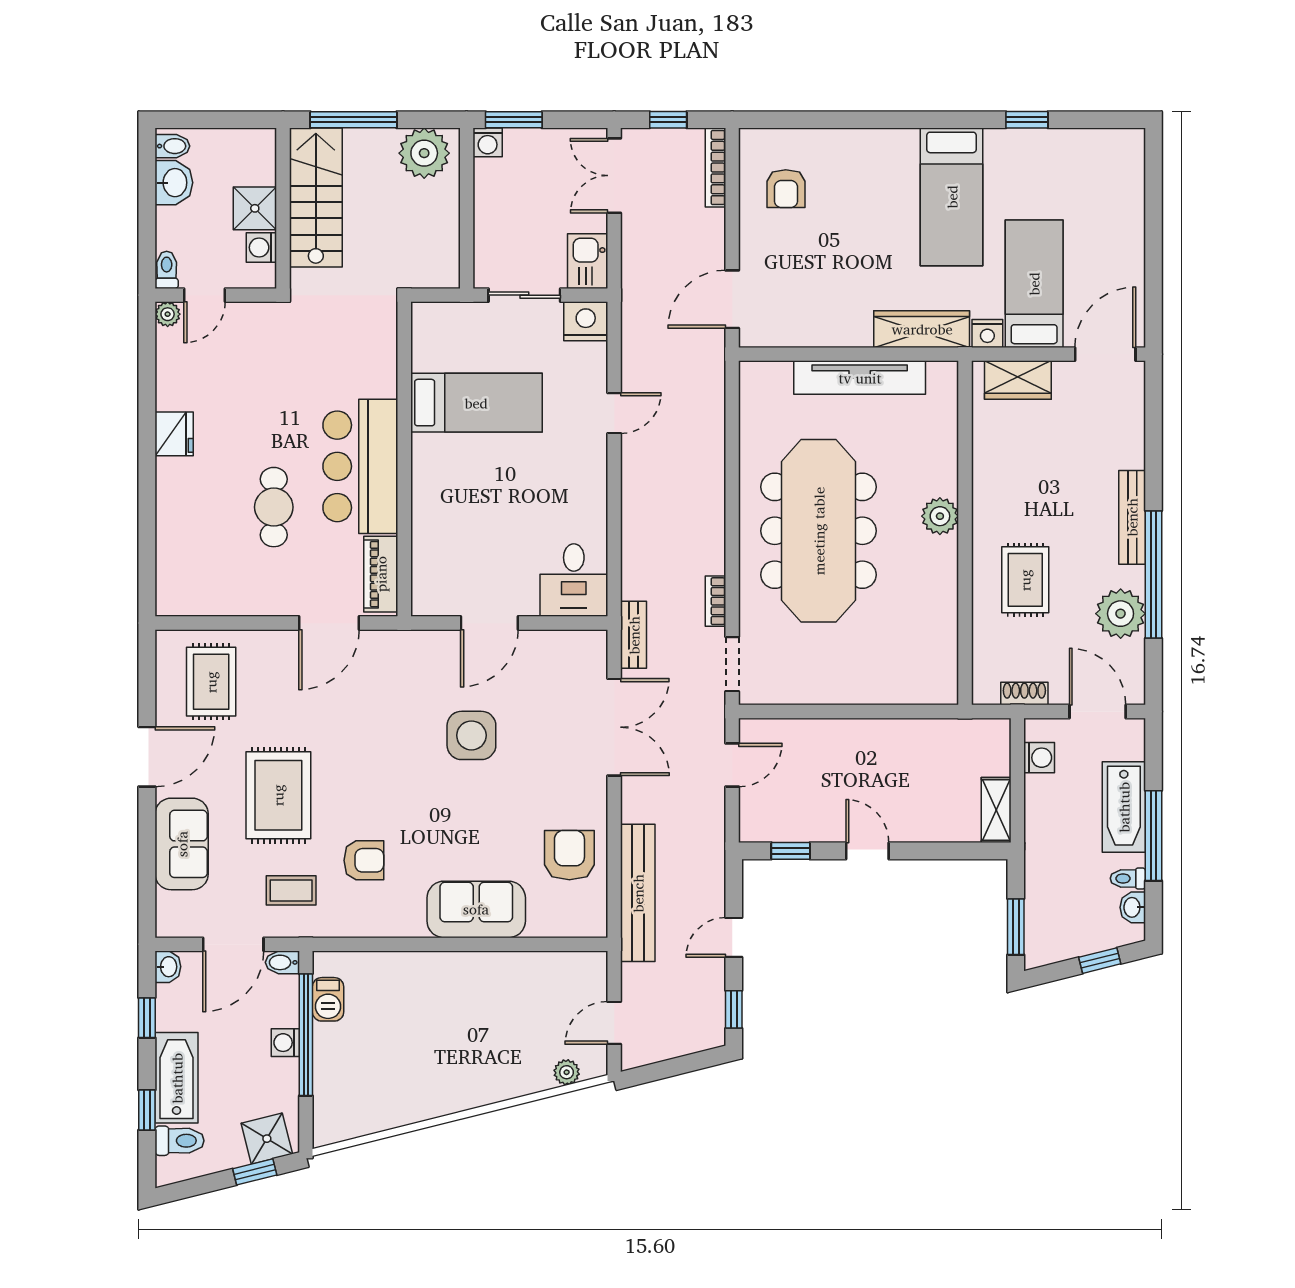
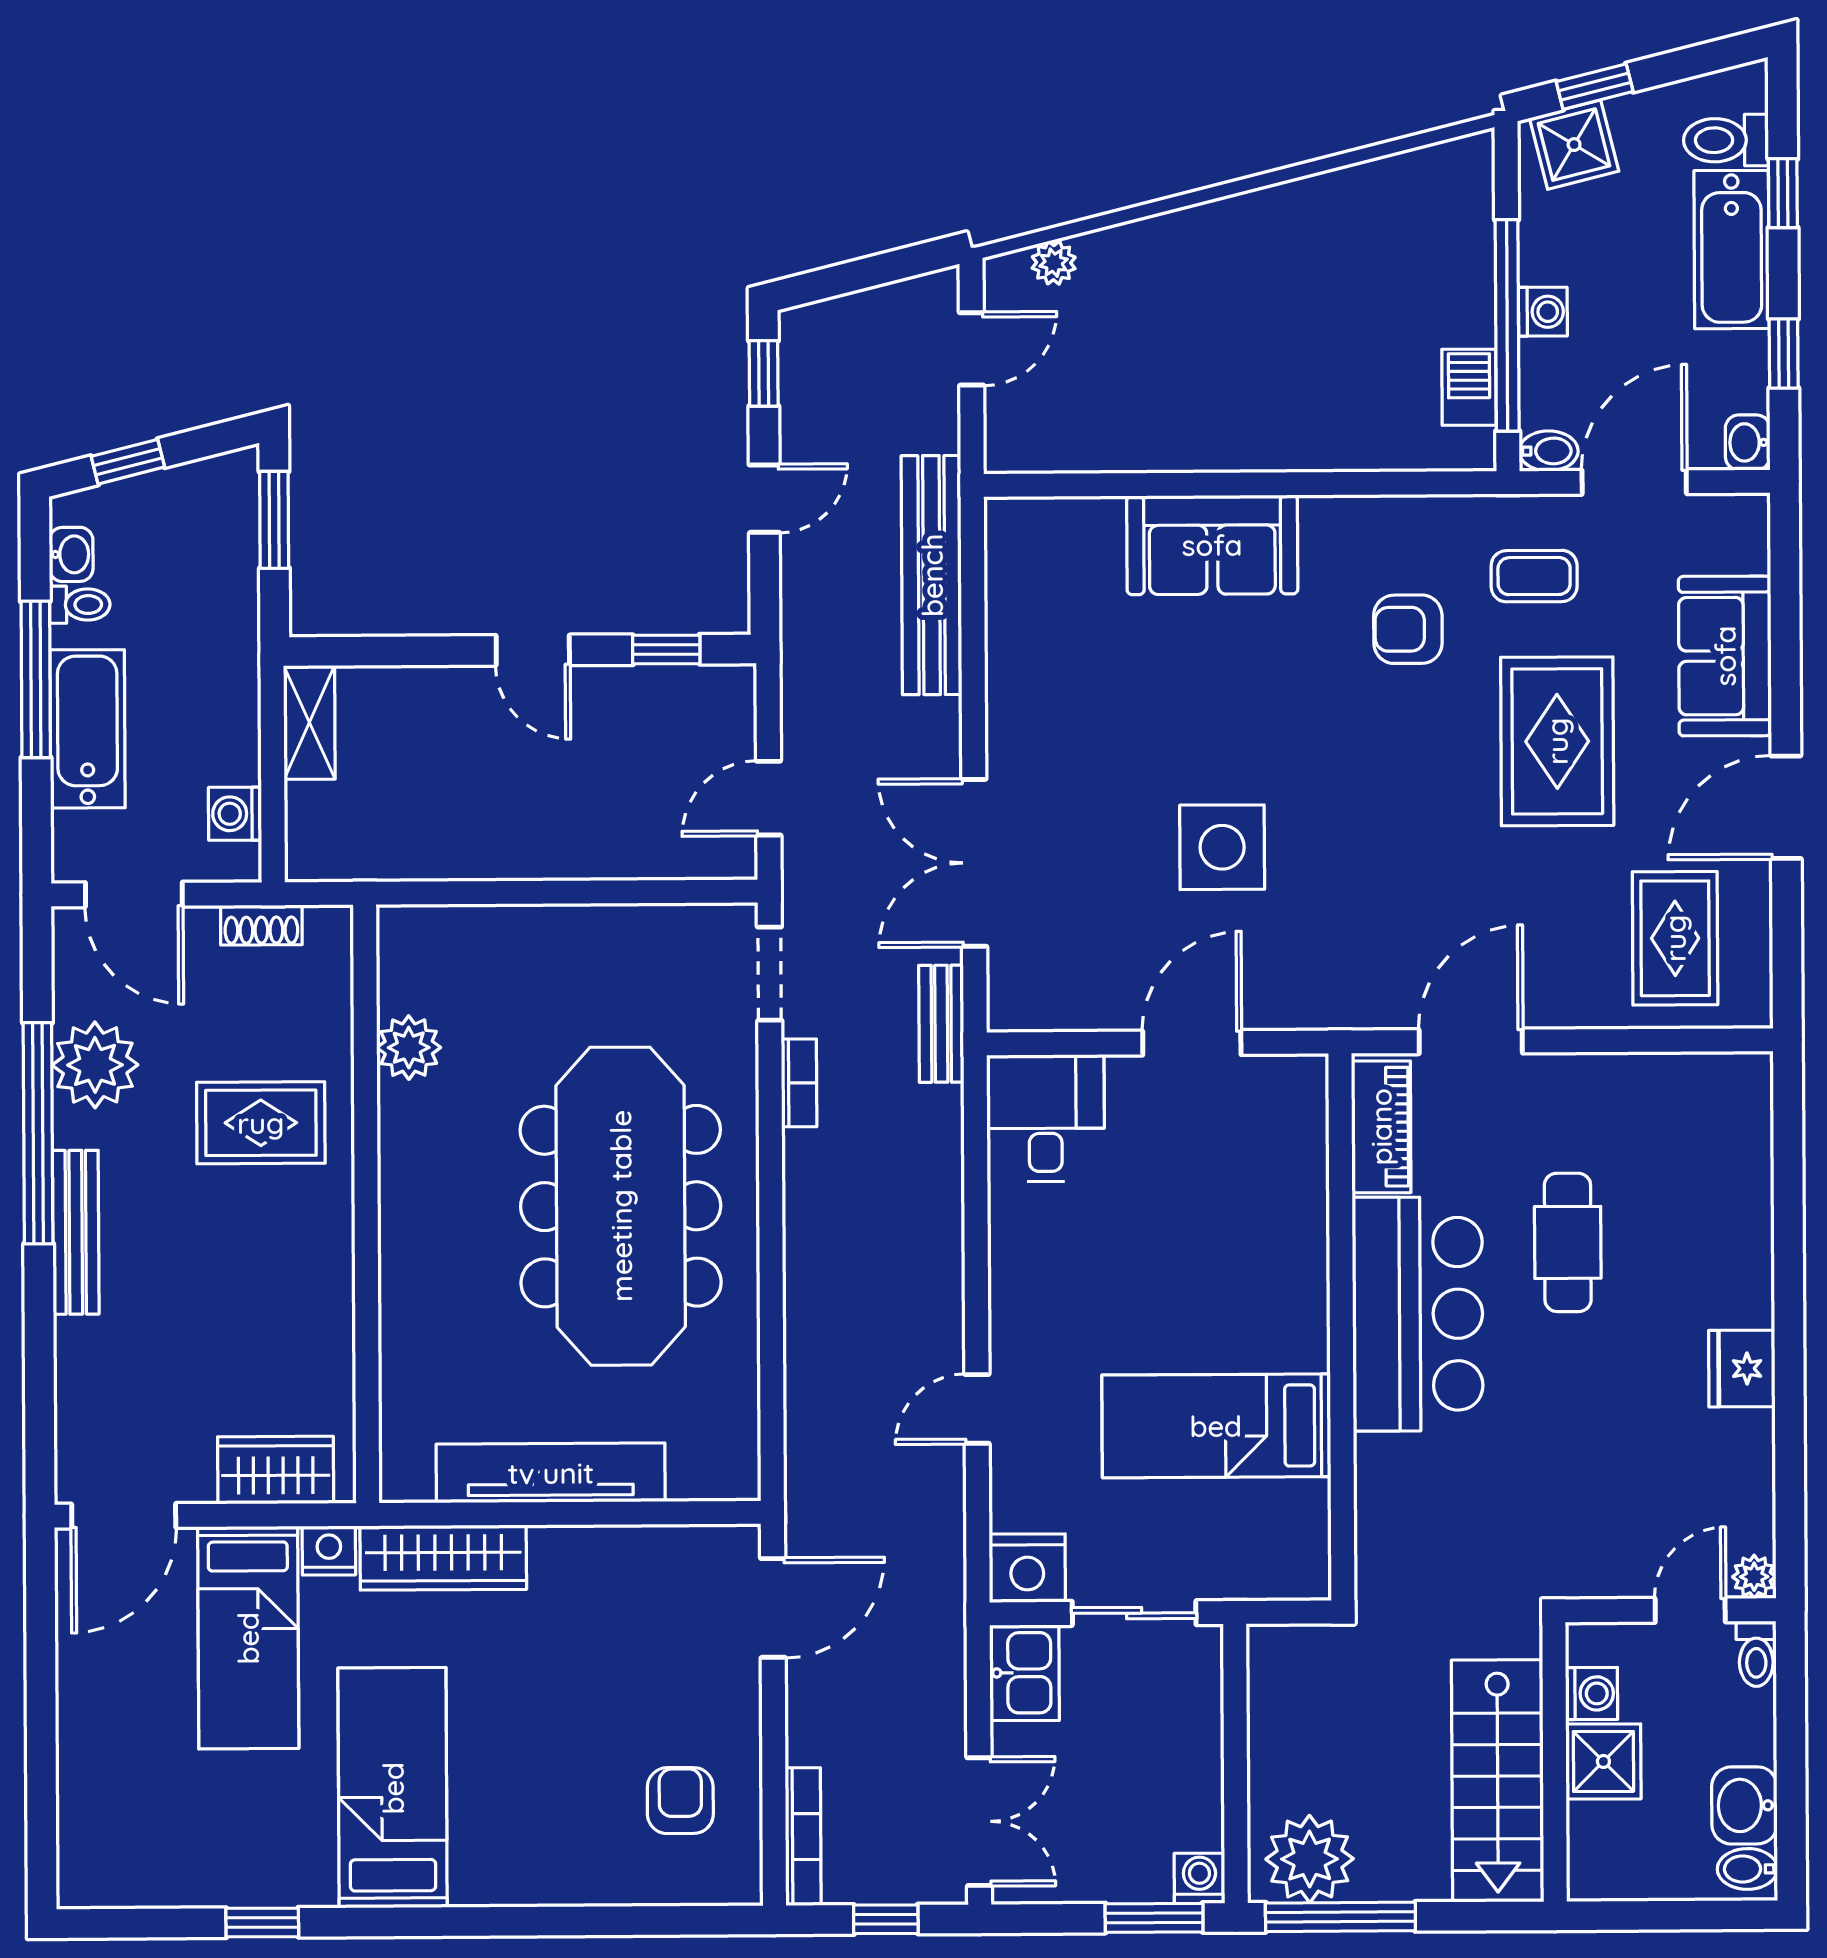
window: (354, 120) -> (1340, 1917), moved
plant: (940, 516) -> (409, 1048), moved
rug: (1025, 580) -> (261, 1123), turned 90
armchair: (569, 855) -> (1051, 640), removed

